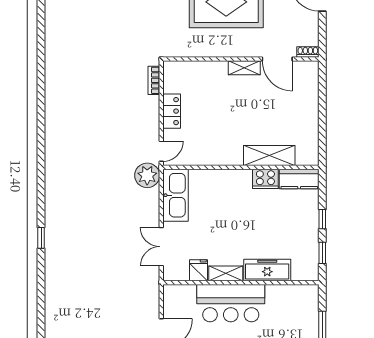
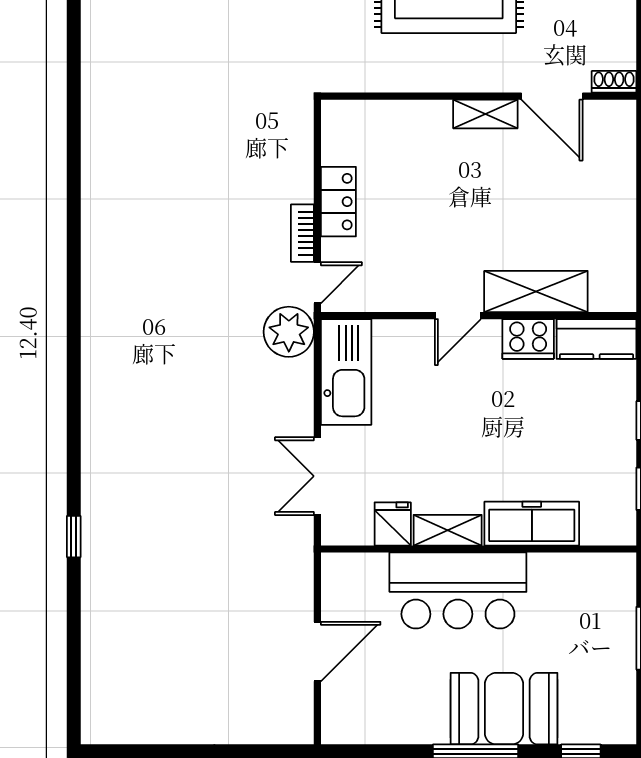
bookcase: (154, 80) -> (302, 233), moved
door: (231, 167) -> (458, 316), added
window: (41, 238) -> (74, 537), moved

